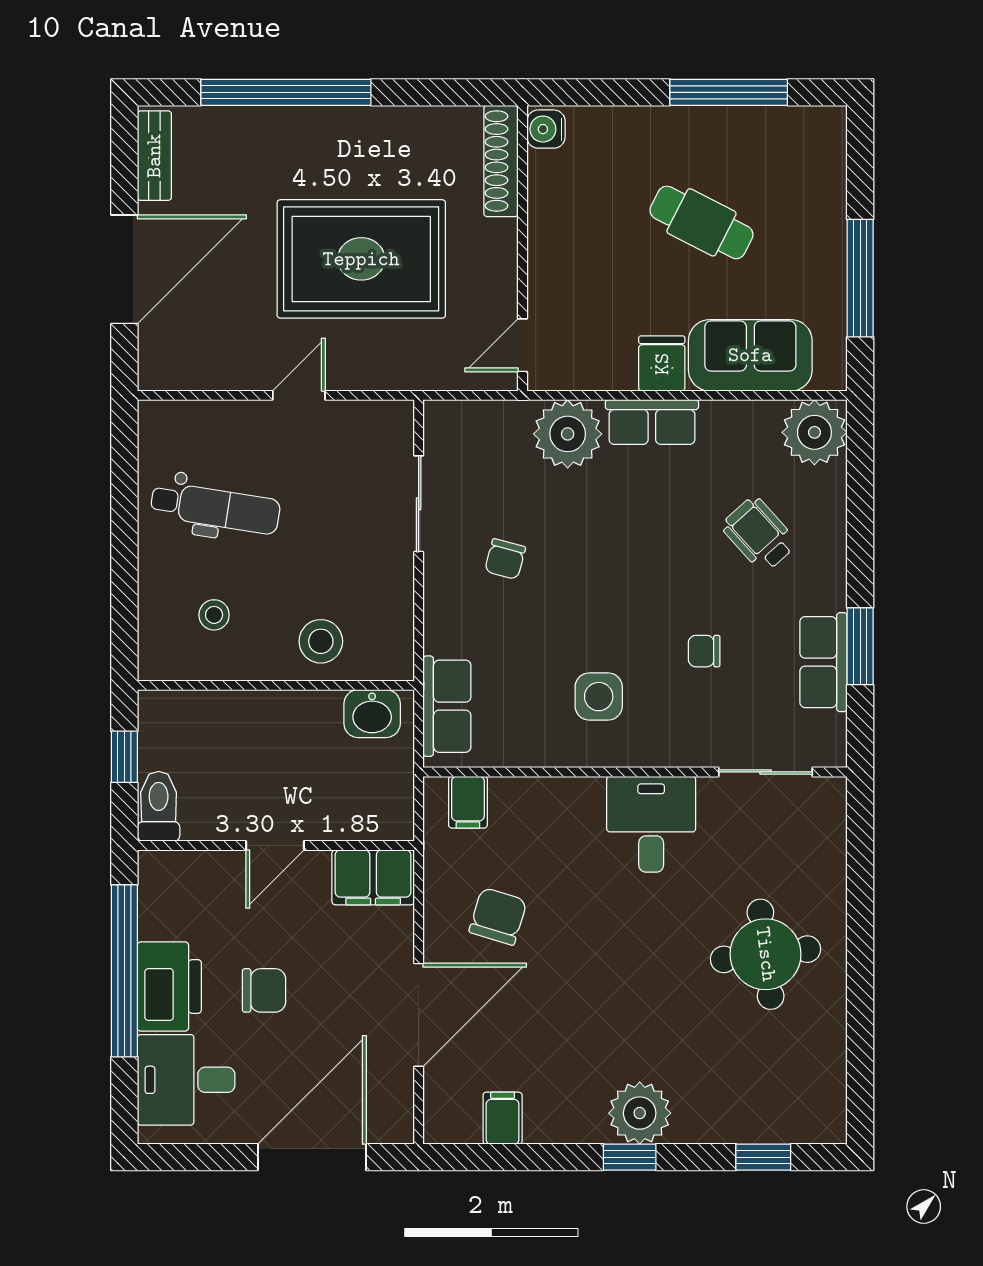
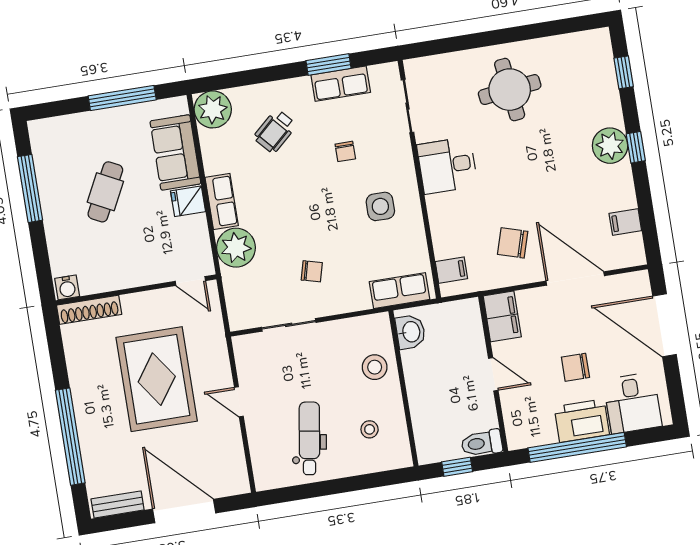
chair: (264, 990) -> (575, 367), turned -90

